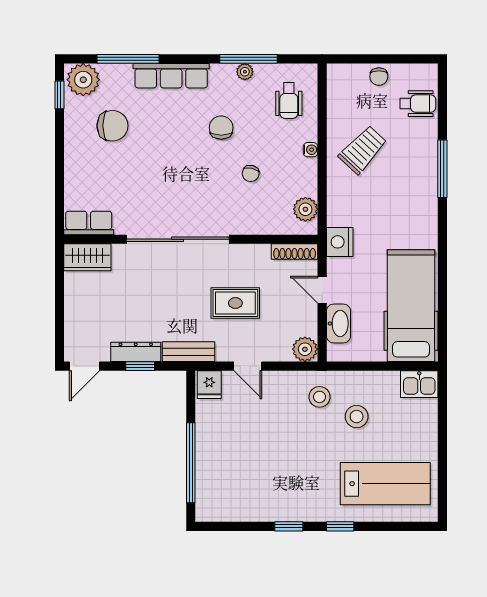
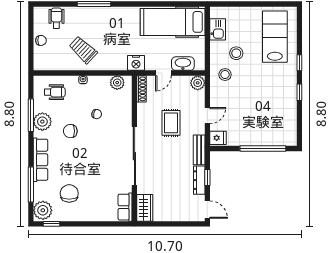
plant: (245, 72) -> (42, 122), width x1.88, depth x1.88
kitchen sink: (419, 384) -> (218, 29), moved

